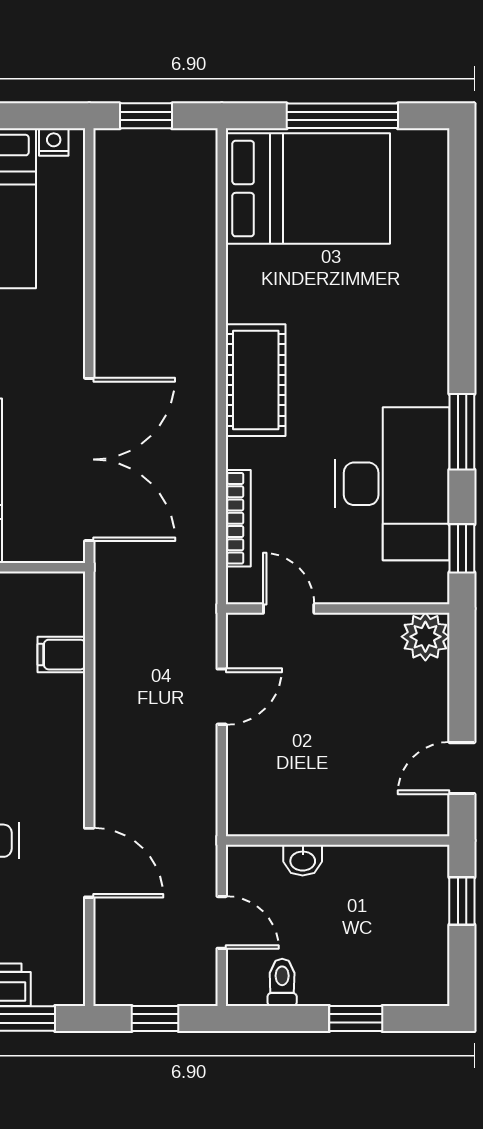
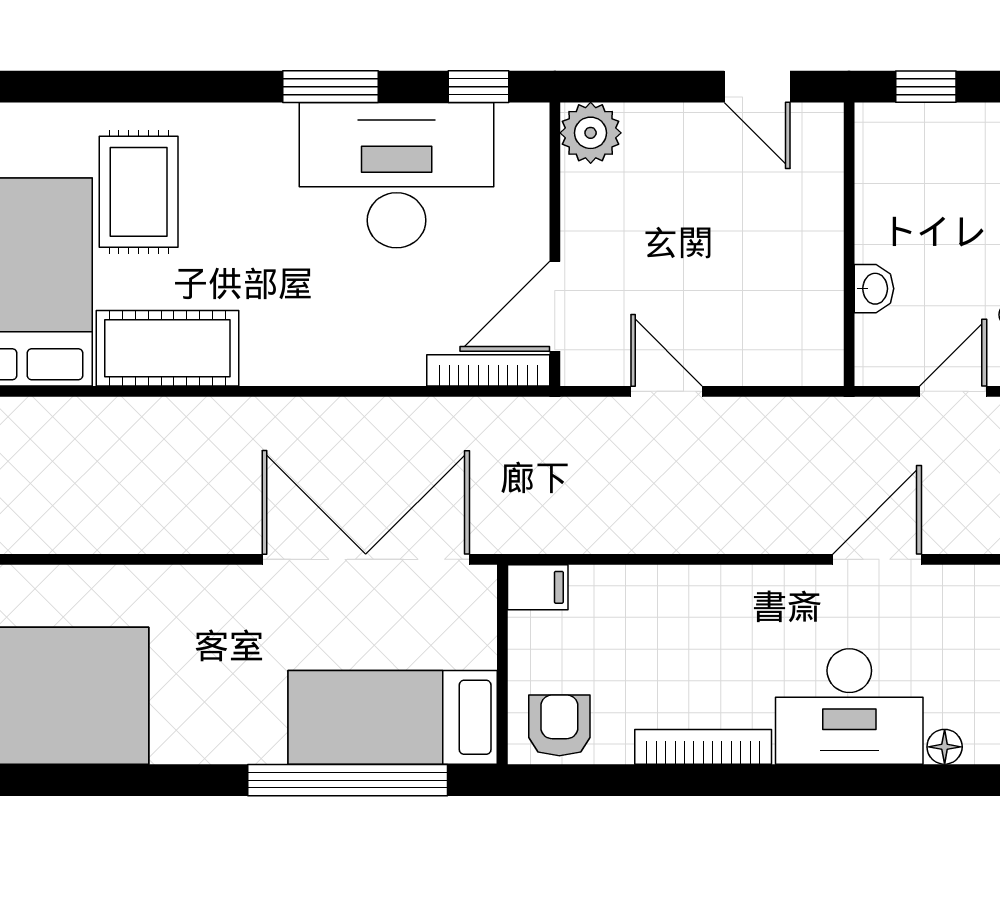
rug: (379, 281) -> (139, 192), added
cot: (256, 380) -> (167, 348), moved
bookcase: (238, 518) -> (488, 370), moved
door: (289, 609) -> (555, 306), width x1.38
filing cabinet: (61, 655) -> (538, 587), moved, turned -90

